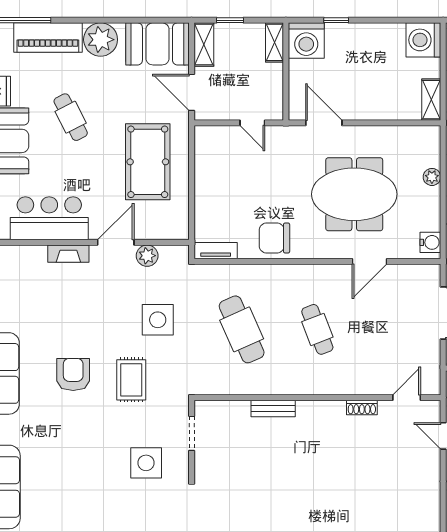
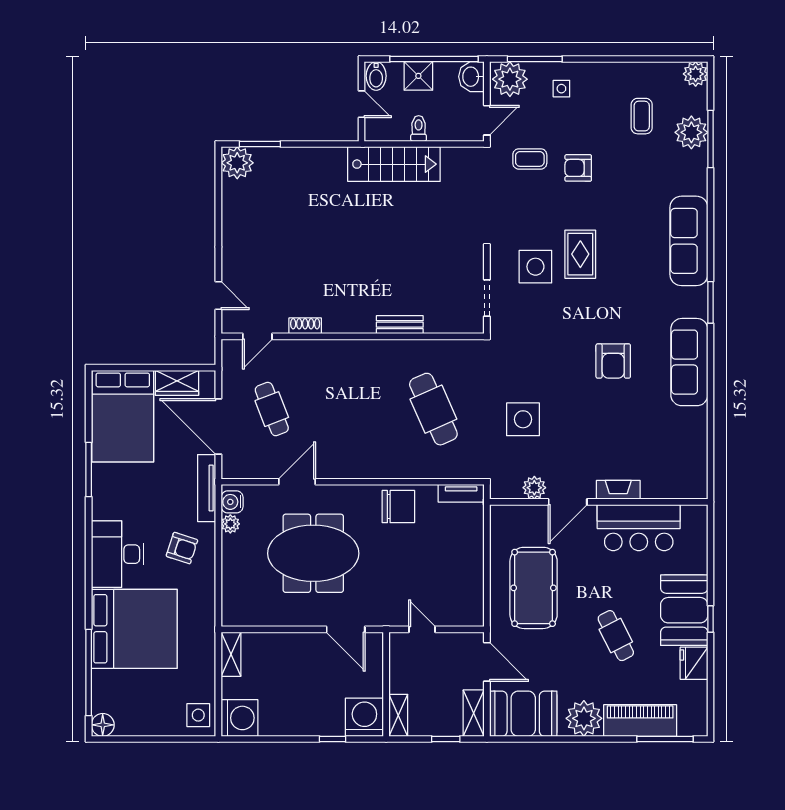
plant: (432, 177) -> (230, 524), moved
cafe table: (317, 329) -> (272, 409), moved
rug: (131, 380) -> (580, 254), moved

